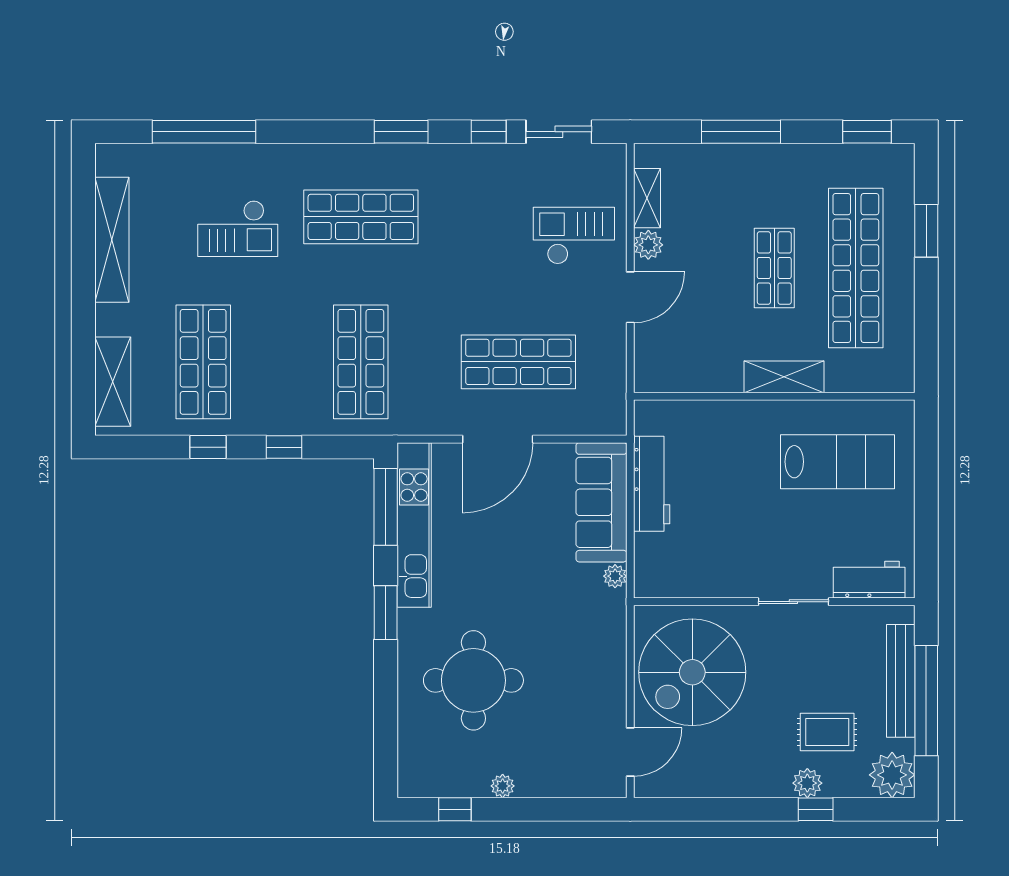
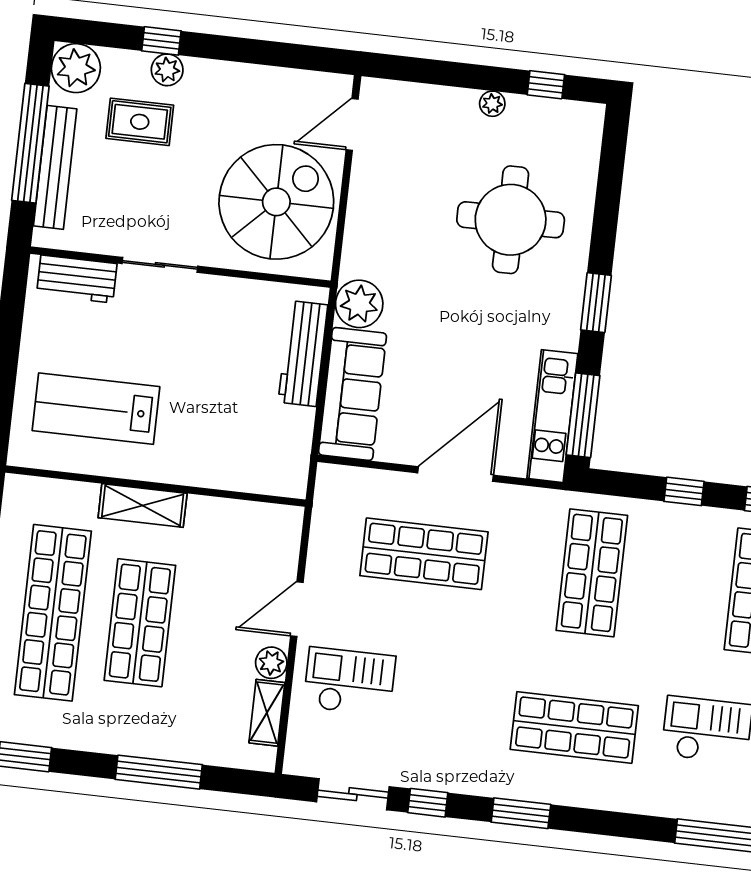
checkout: (574, 236) -> (349, 682), turned 180
shop shelf: (774, 268) -> (140, 623), width x1.43, depth x1.36
workbench: (652, 484) -> (303, 353), moved
kitchen unit: (414, 525) -> (552, 416), width x0.73
plant: (615, 576) -> (359, 304), width x1.87, depth x1.87

